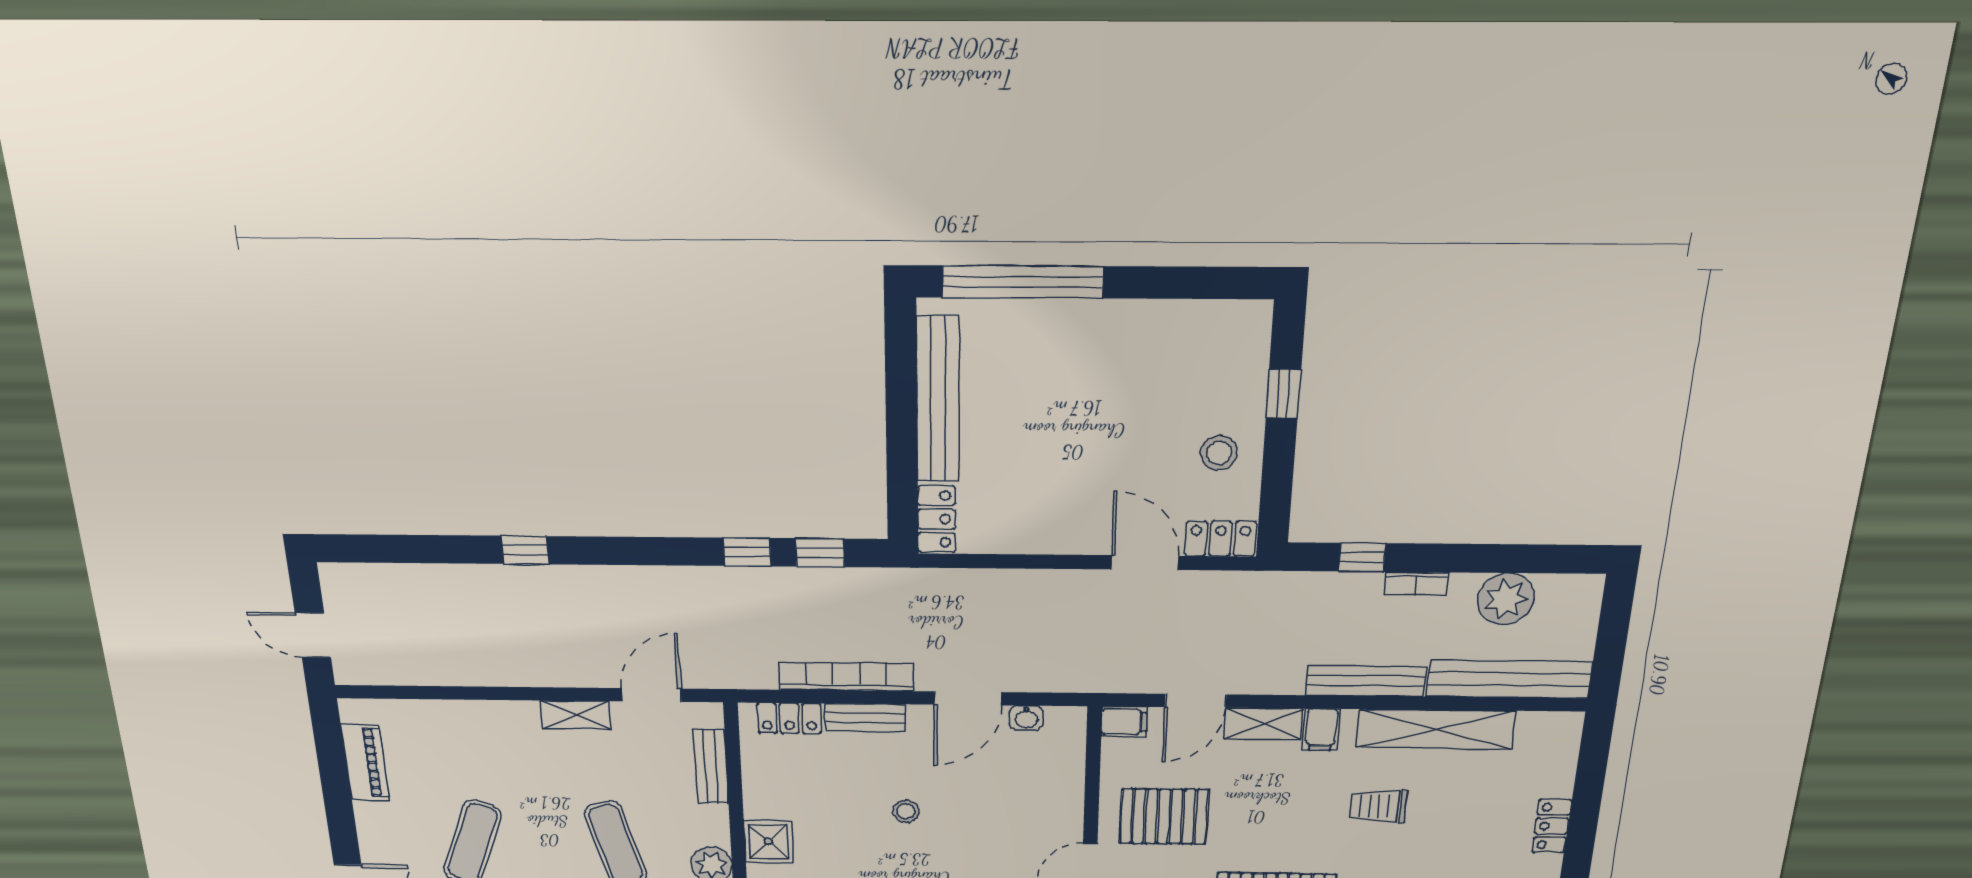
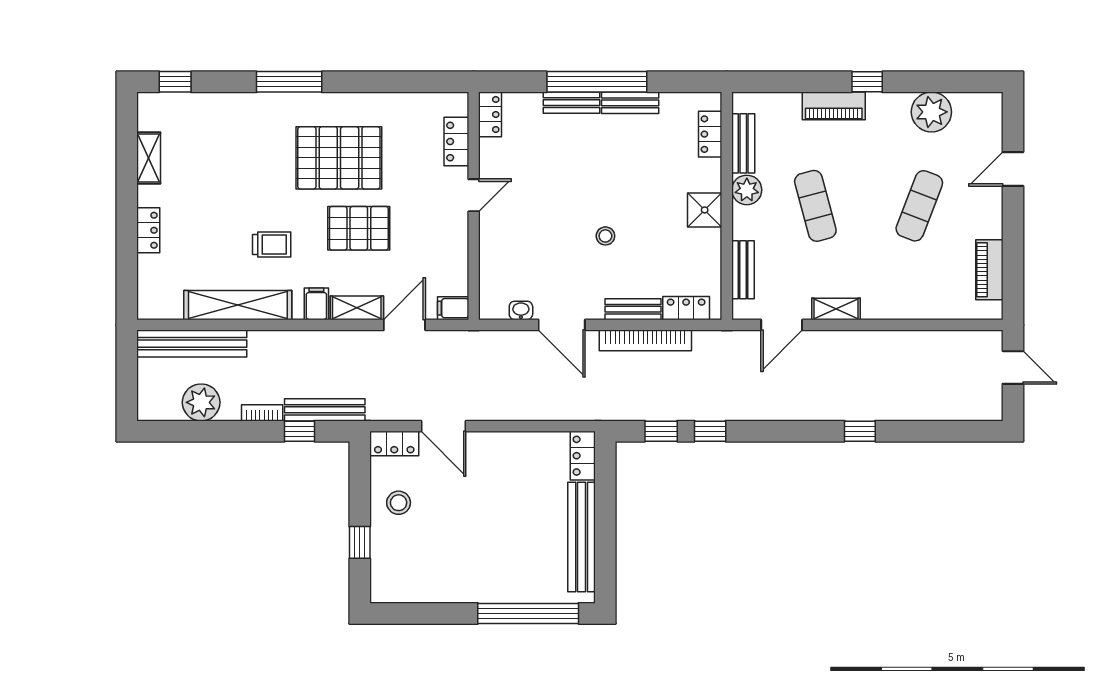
bench: (1366, 681) -> (325, 410), moved
door: (968, 698) -> (562, 325), swing flipped
pallet: (1164, 817) -> (359, 228), moved

